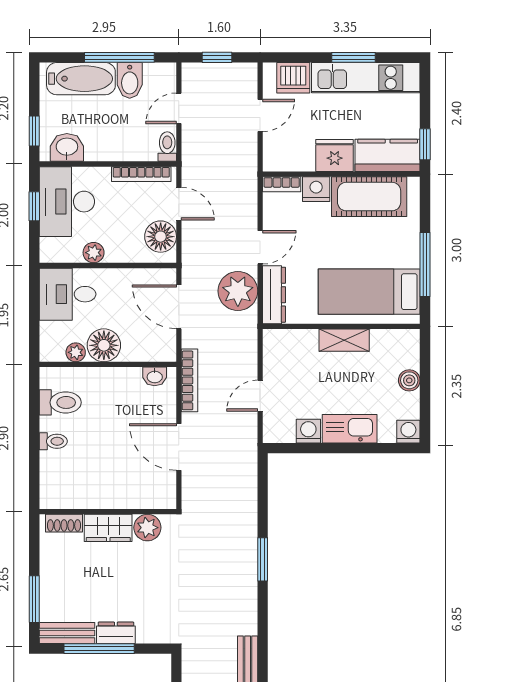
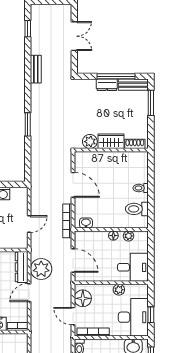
floor lamp: (104, 345) -> (113, 236), width x0.53, depth x0.53
door: (260, 396) -> (29, 224), moved

